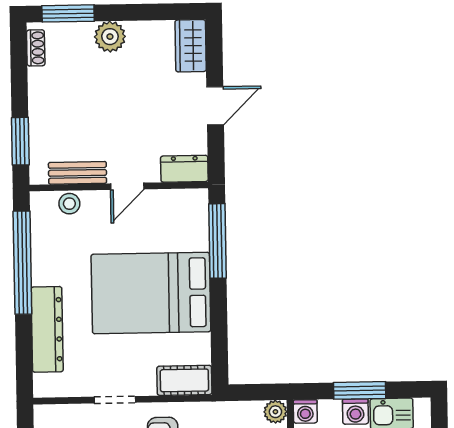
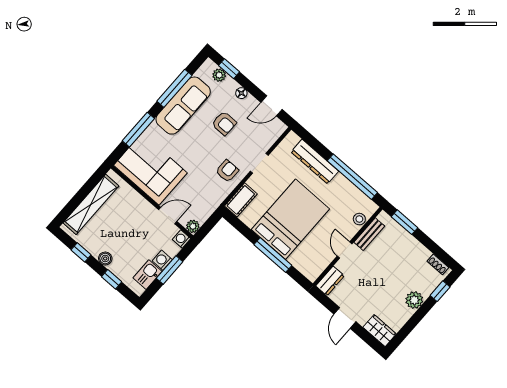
window: (68, 13) -> (440, 291), width x0.67
window: (217, 241) -> (273, 255), moved

